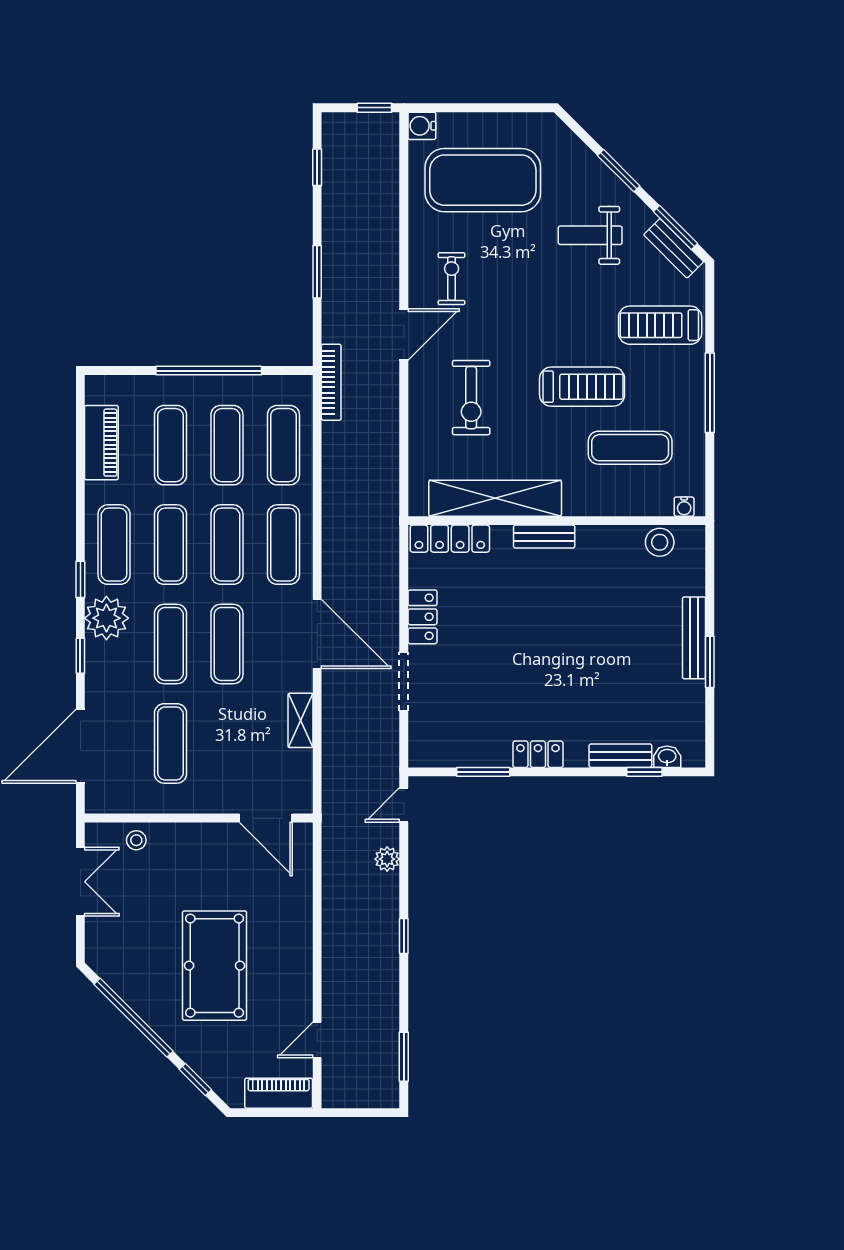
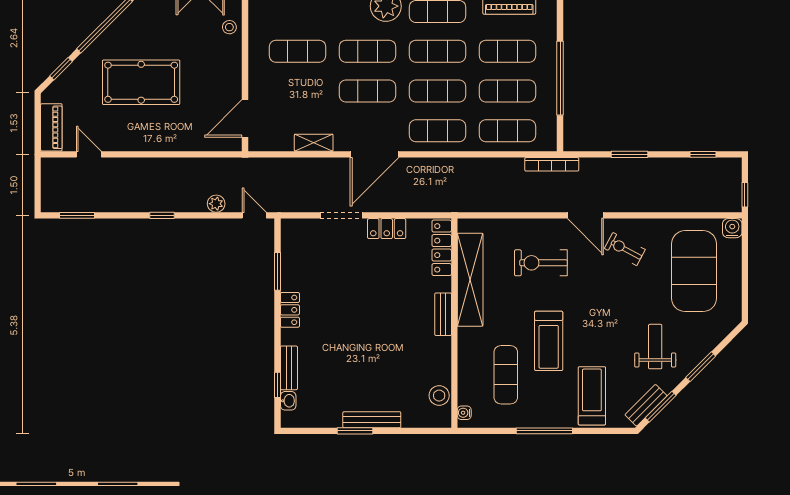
exercise bike: (452, 279) -> (625, 249), turned -152

